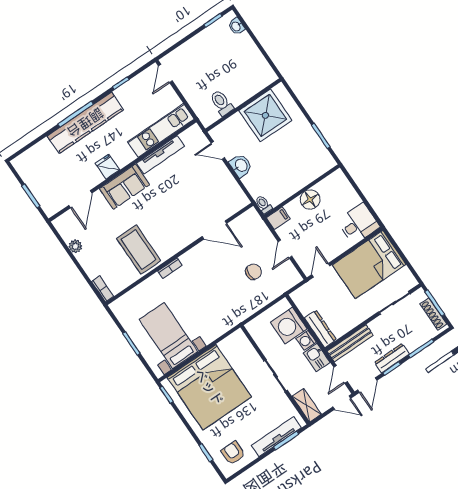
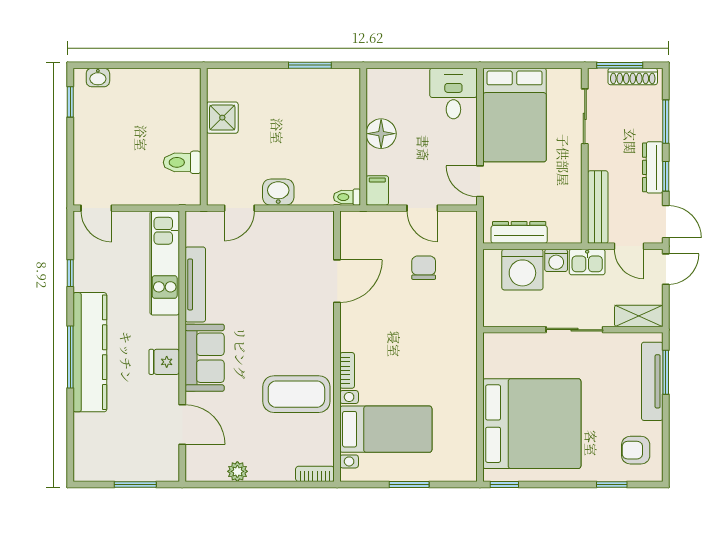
shower: (265, 115) -> (222, 118), width x0.54, depth x0.54
dresser: (320, 329) -> (519, 232), moved
bed with nightstands: (168, 336) -> (386, 429), moved, turned 180

